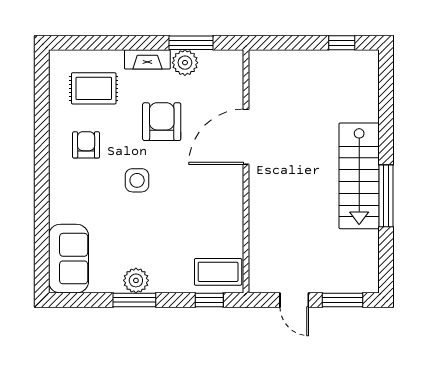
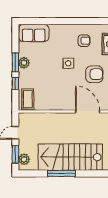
stairs: (359, 176) -> (70, 157), width x1.36, depth x1.51
plant: (354, 280) -> (24, 159), added
window: (209, 300) -> (15, 83), moved

